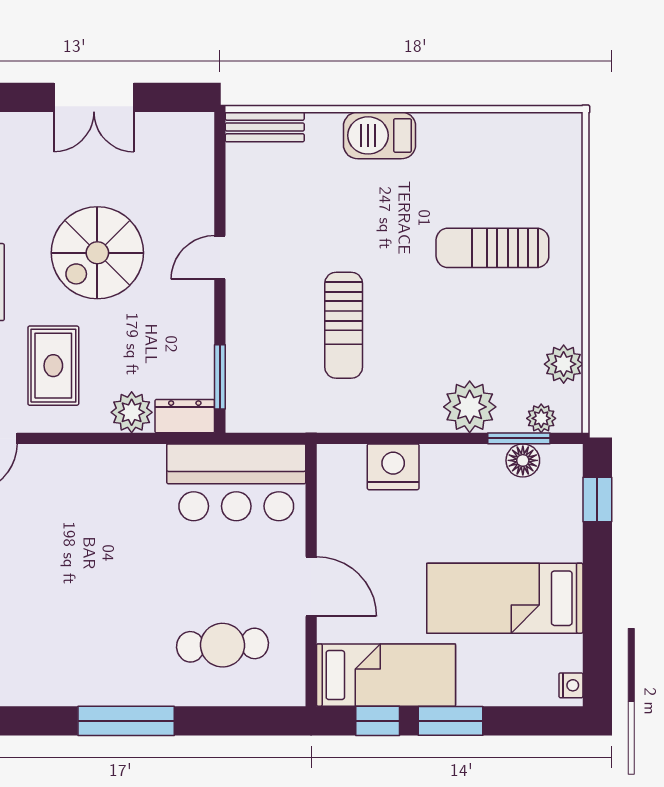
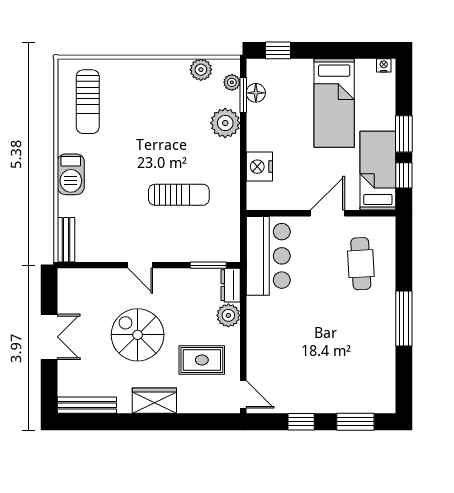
sun lounger: (492, 248) -> (88, 102), moved
spiral stairs: (97, 253) -> (138, 335), turned 180

